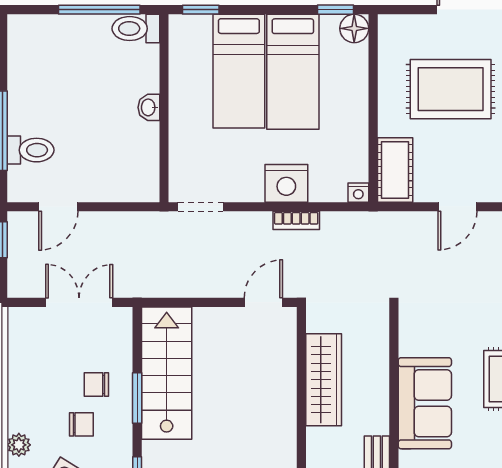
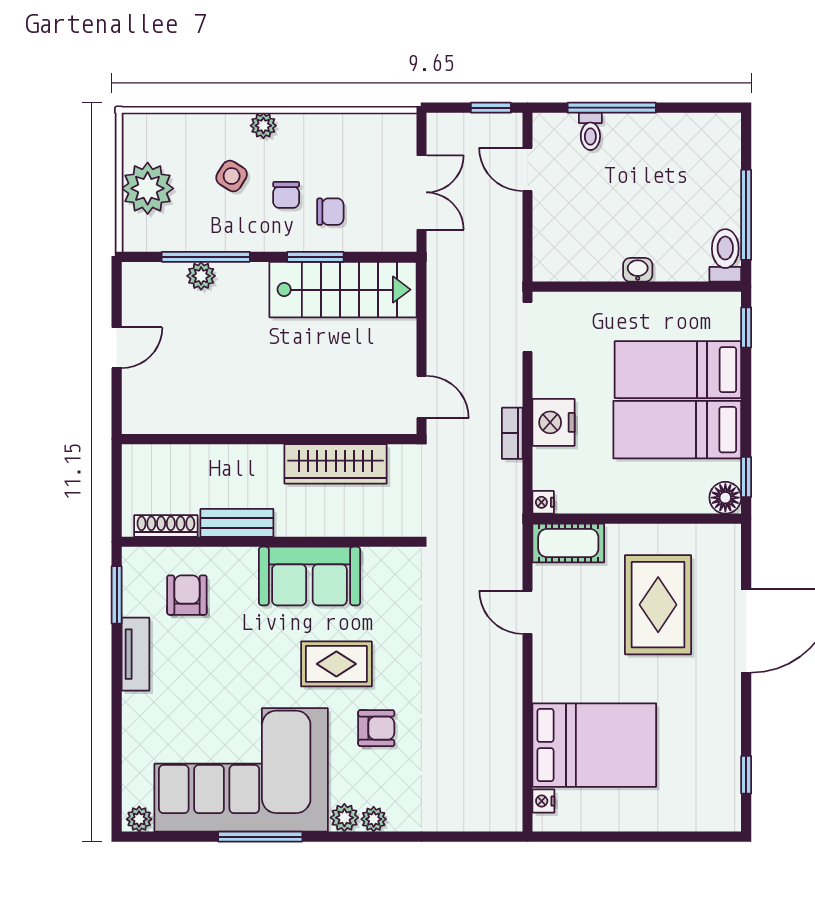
toilet: (31, 150) -> (590, 131), width x0.73, depth x0.72
chair: (96, 384) -> (330, 212), turned 90

